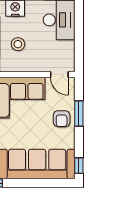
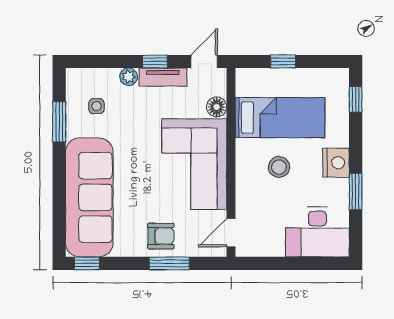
armchair: (62, 119) -> (161, 236), turned 180

